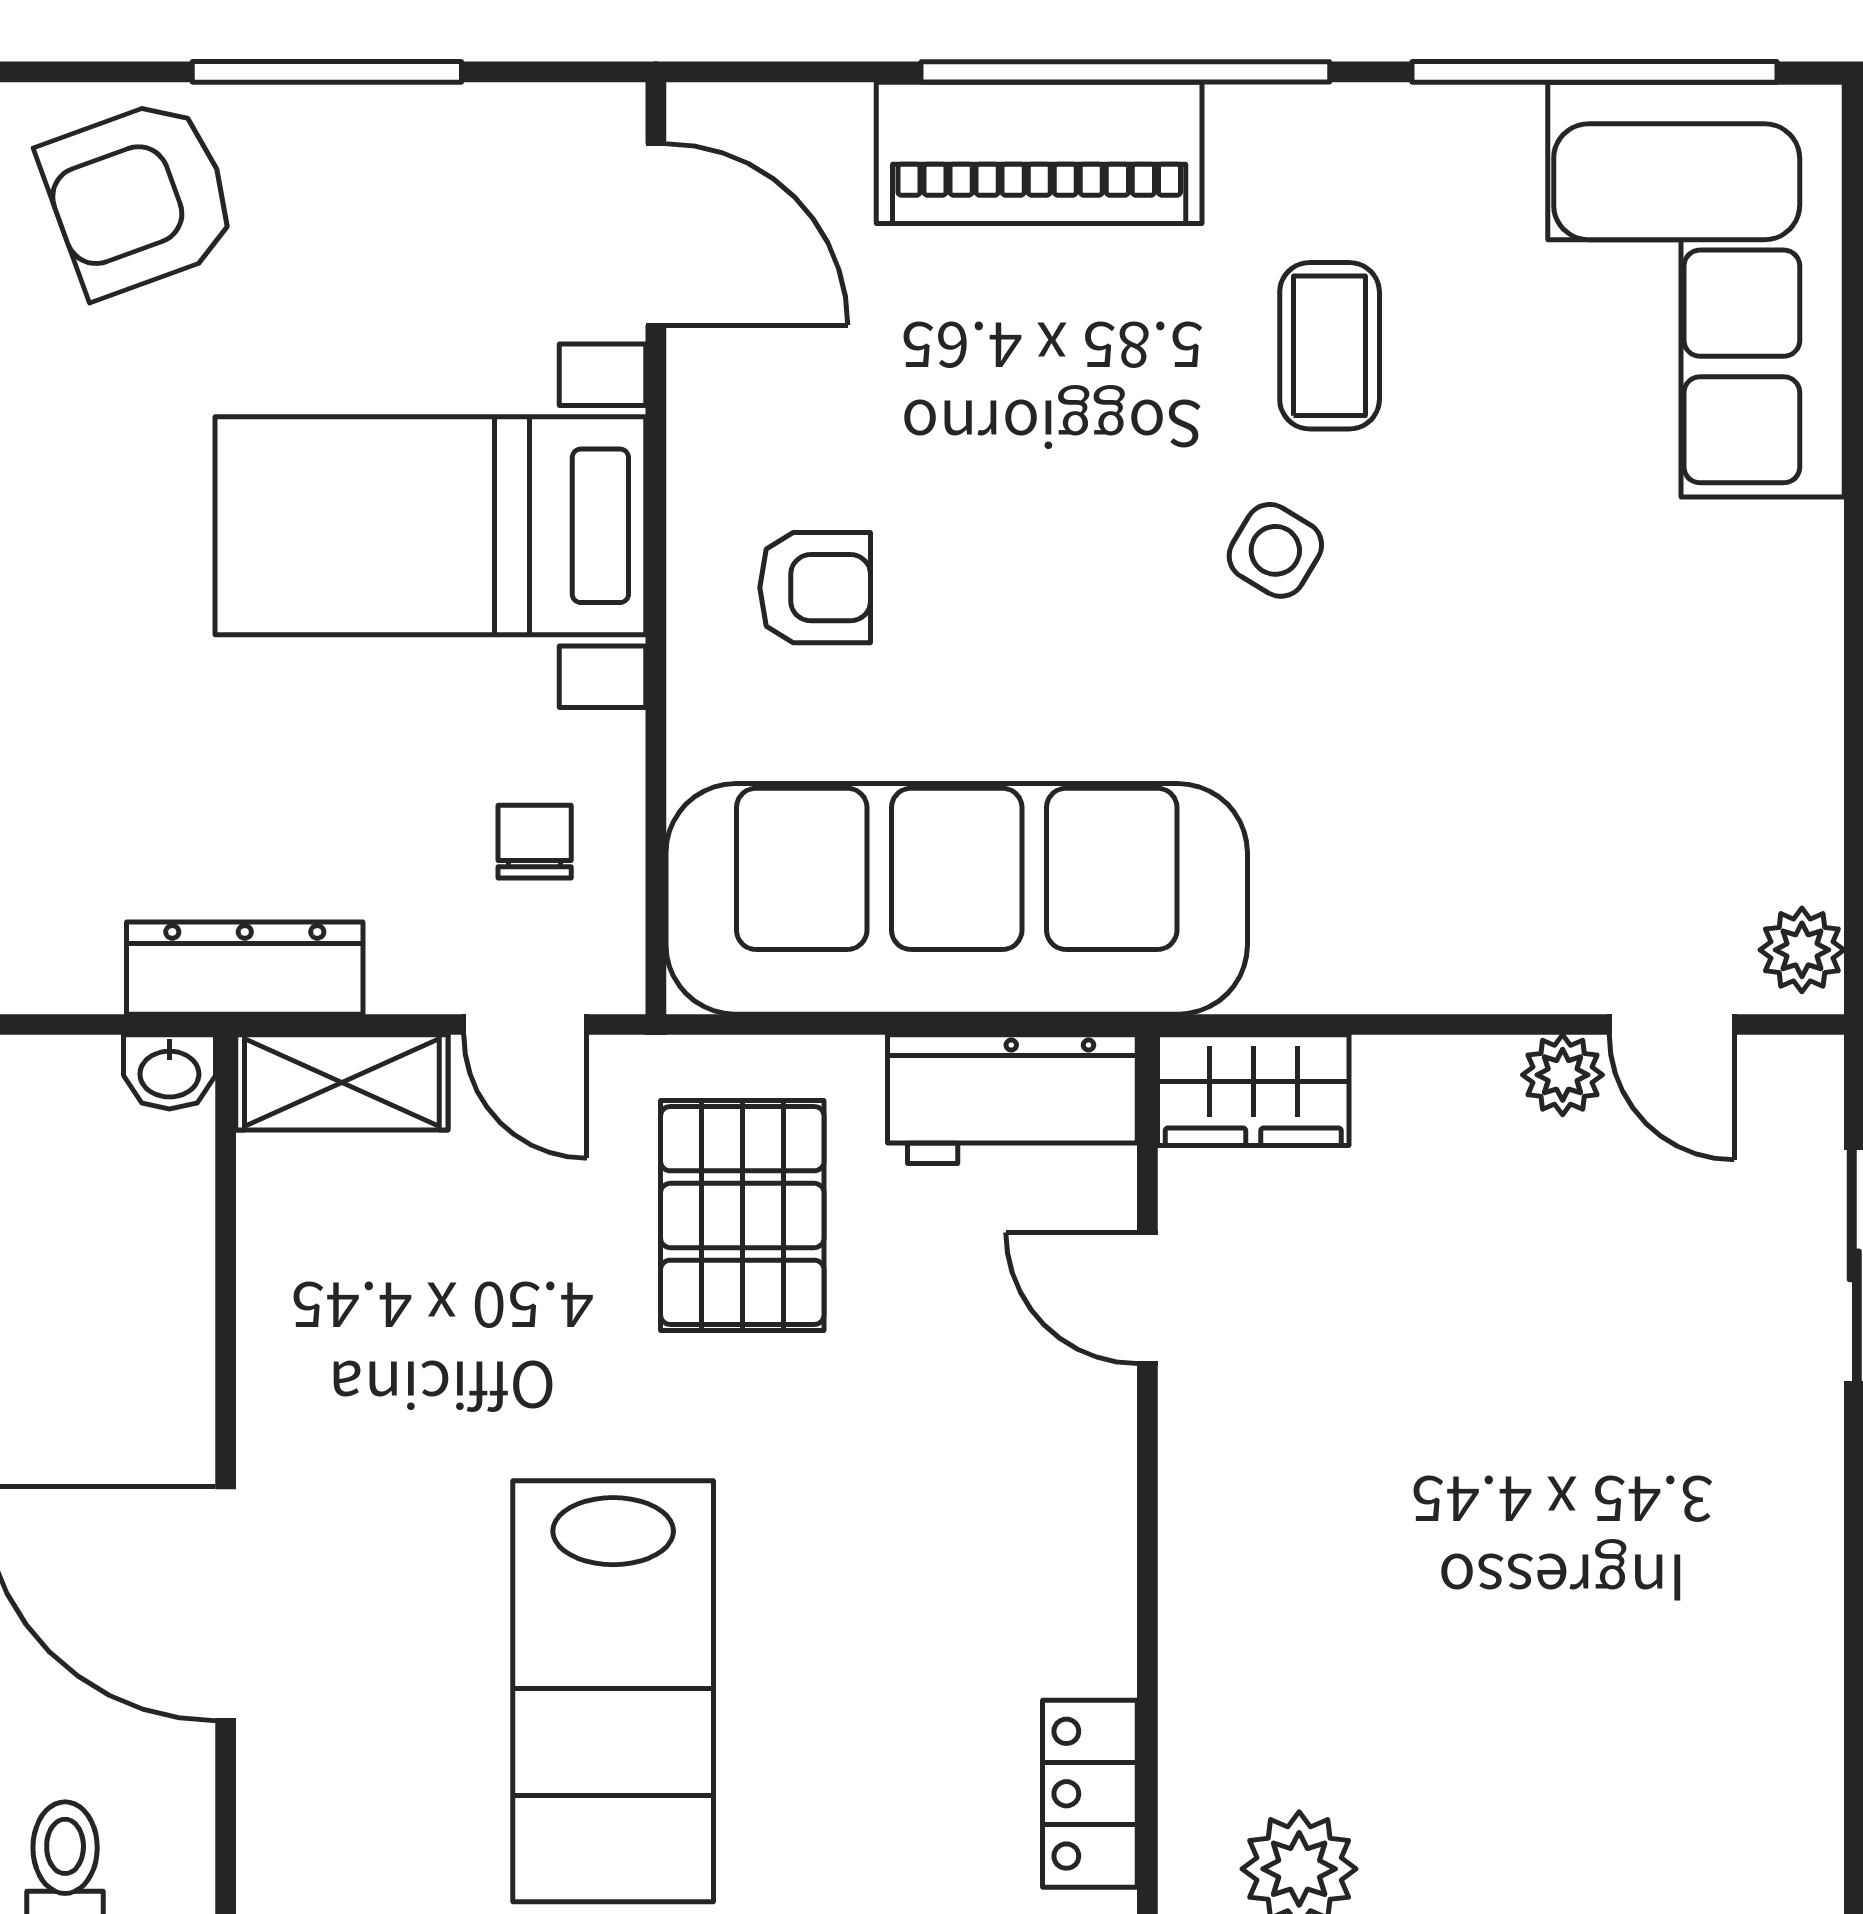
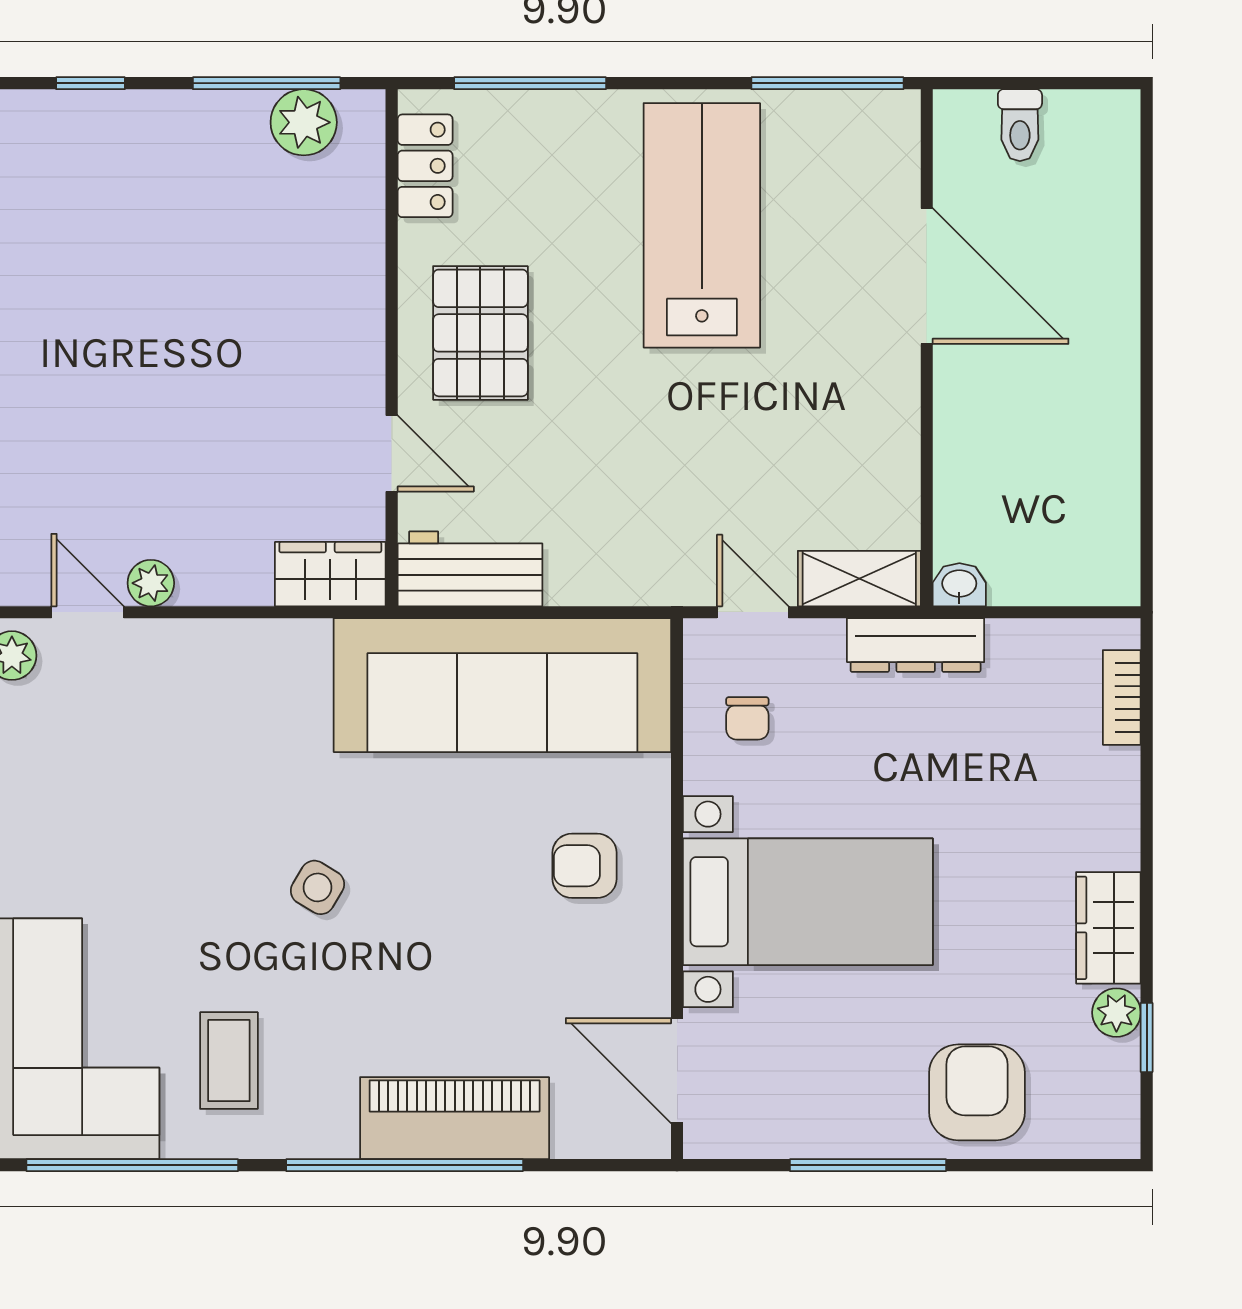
armchair: (139, 197) -> (977, 1092), turned -70
coffee table: (1330, 346) -> (229, 1061), moved
pallet: (742, 1215) -> (480, 333), moved

